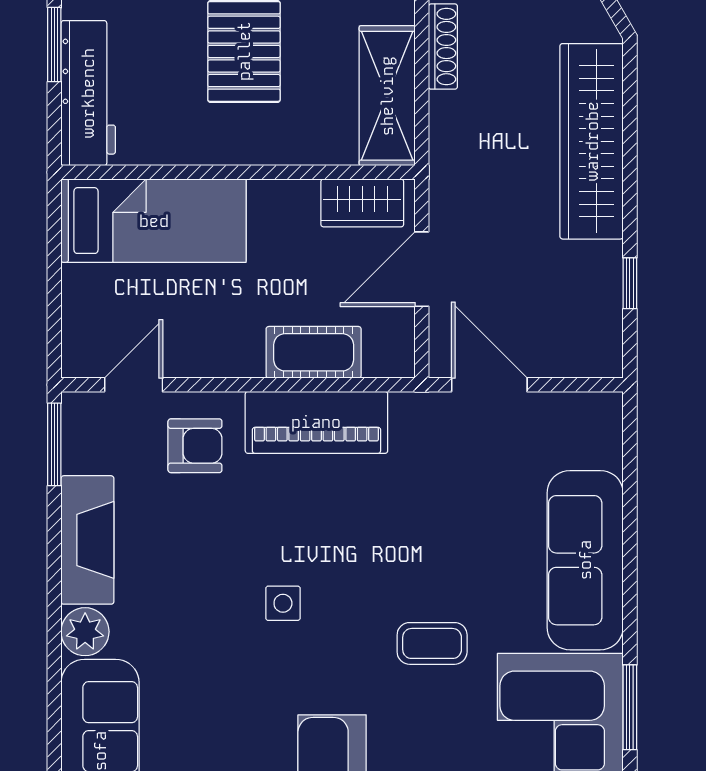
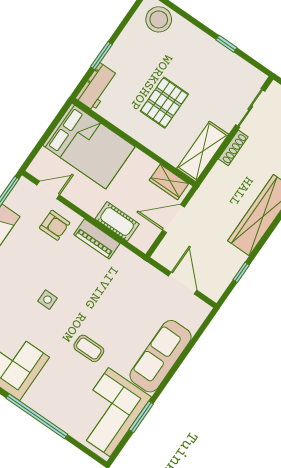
workbench: (88, 93) -> (97, 87), width x0.73
bed: (154, 221) -> (89, 146), width x1.50
door: (489, 385) -> (183, 283), moved
piano: (316, 422) -> (97, 239), width x0.73, depth x0.75

